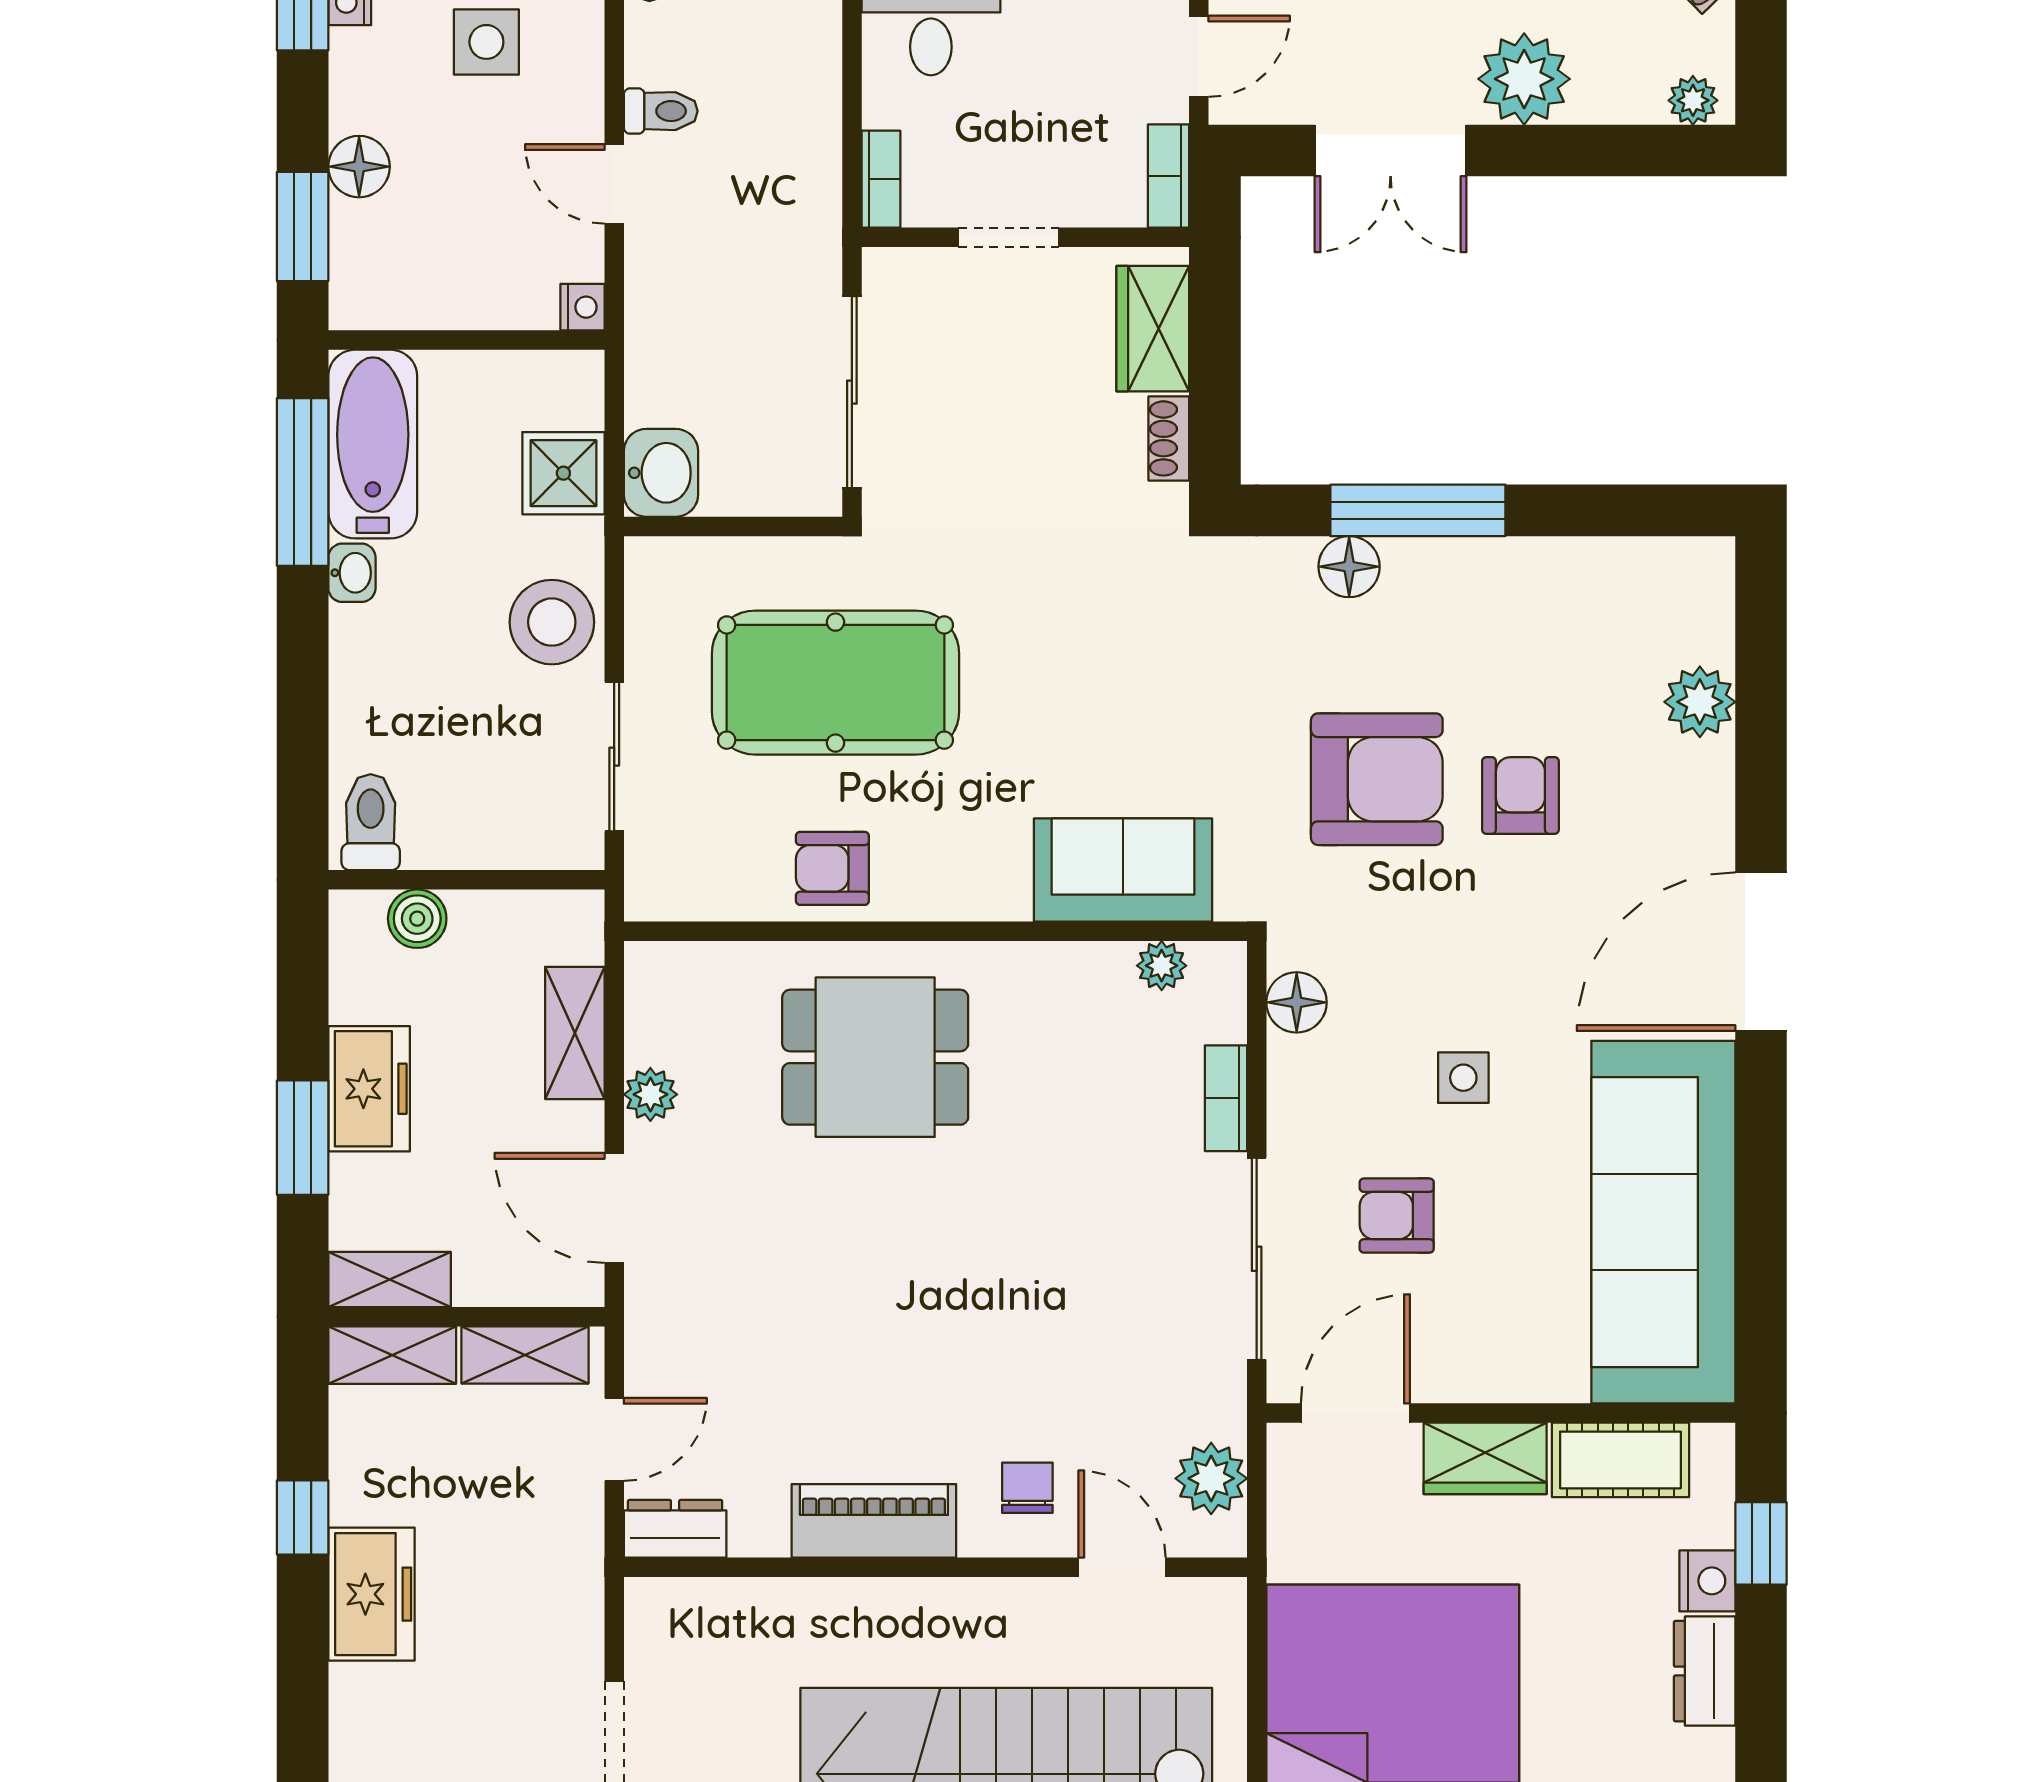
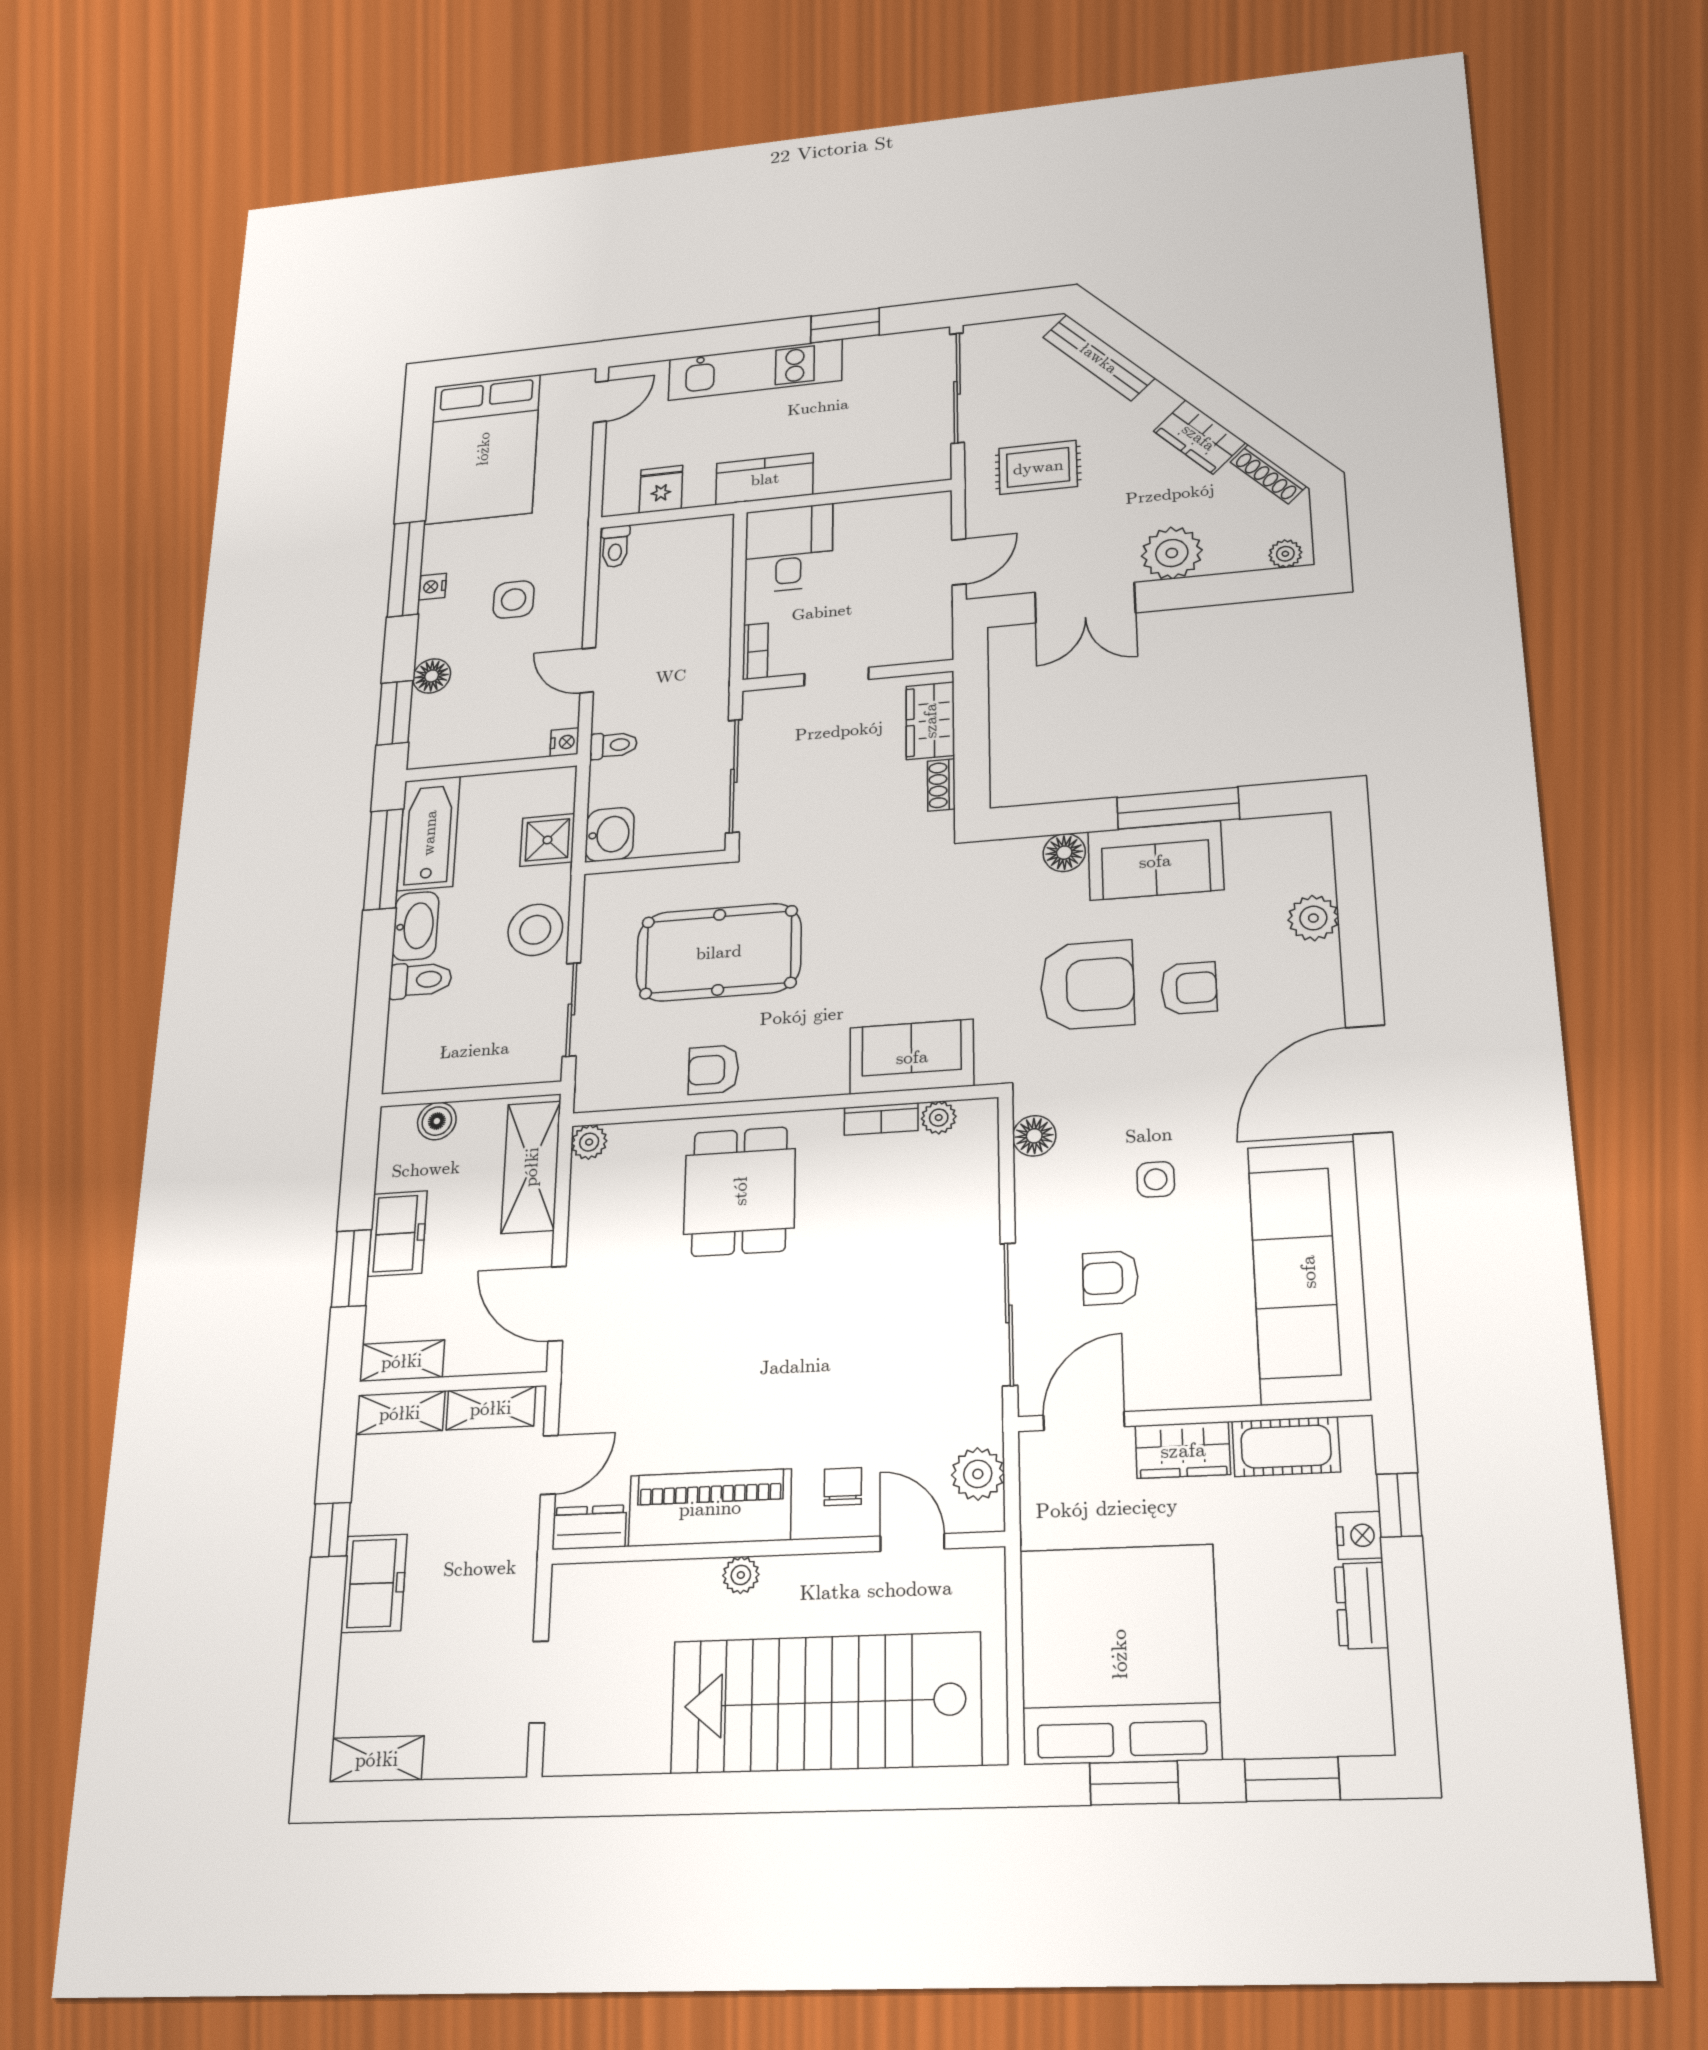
toilet: (661, 111) -> (613, 745), moved
bookcase: (1169, 176) -> (940, 631), removed
window: (1418, 510) -> (1178, 808), moved
washbasin: (352, 573) -> (416, 926), width x1.91, depth x1.45
sofa: (1481, 591) -> (1155, 861), added
armchair: (1520, 795) -> (1189, 988), turned 90
toilet: (371, 822) -> (420, 980), moved, turned 90
shelving: (575, 1033) -> (531, 1167), width x1.50, depth x1.33
dining table: (875, 1057) -> (740, 1191), turned 90
plant: (650, 1094) -> (589, 1142), moved
bookcase: (1226, 1098) -> (881, 1119), moved, turned -90
piano: (874, 1521) -> (710, 1508), width x1.37, depth x1.33
plant: (889, 1602) -> (741, 1575), added

